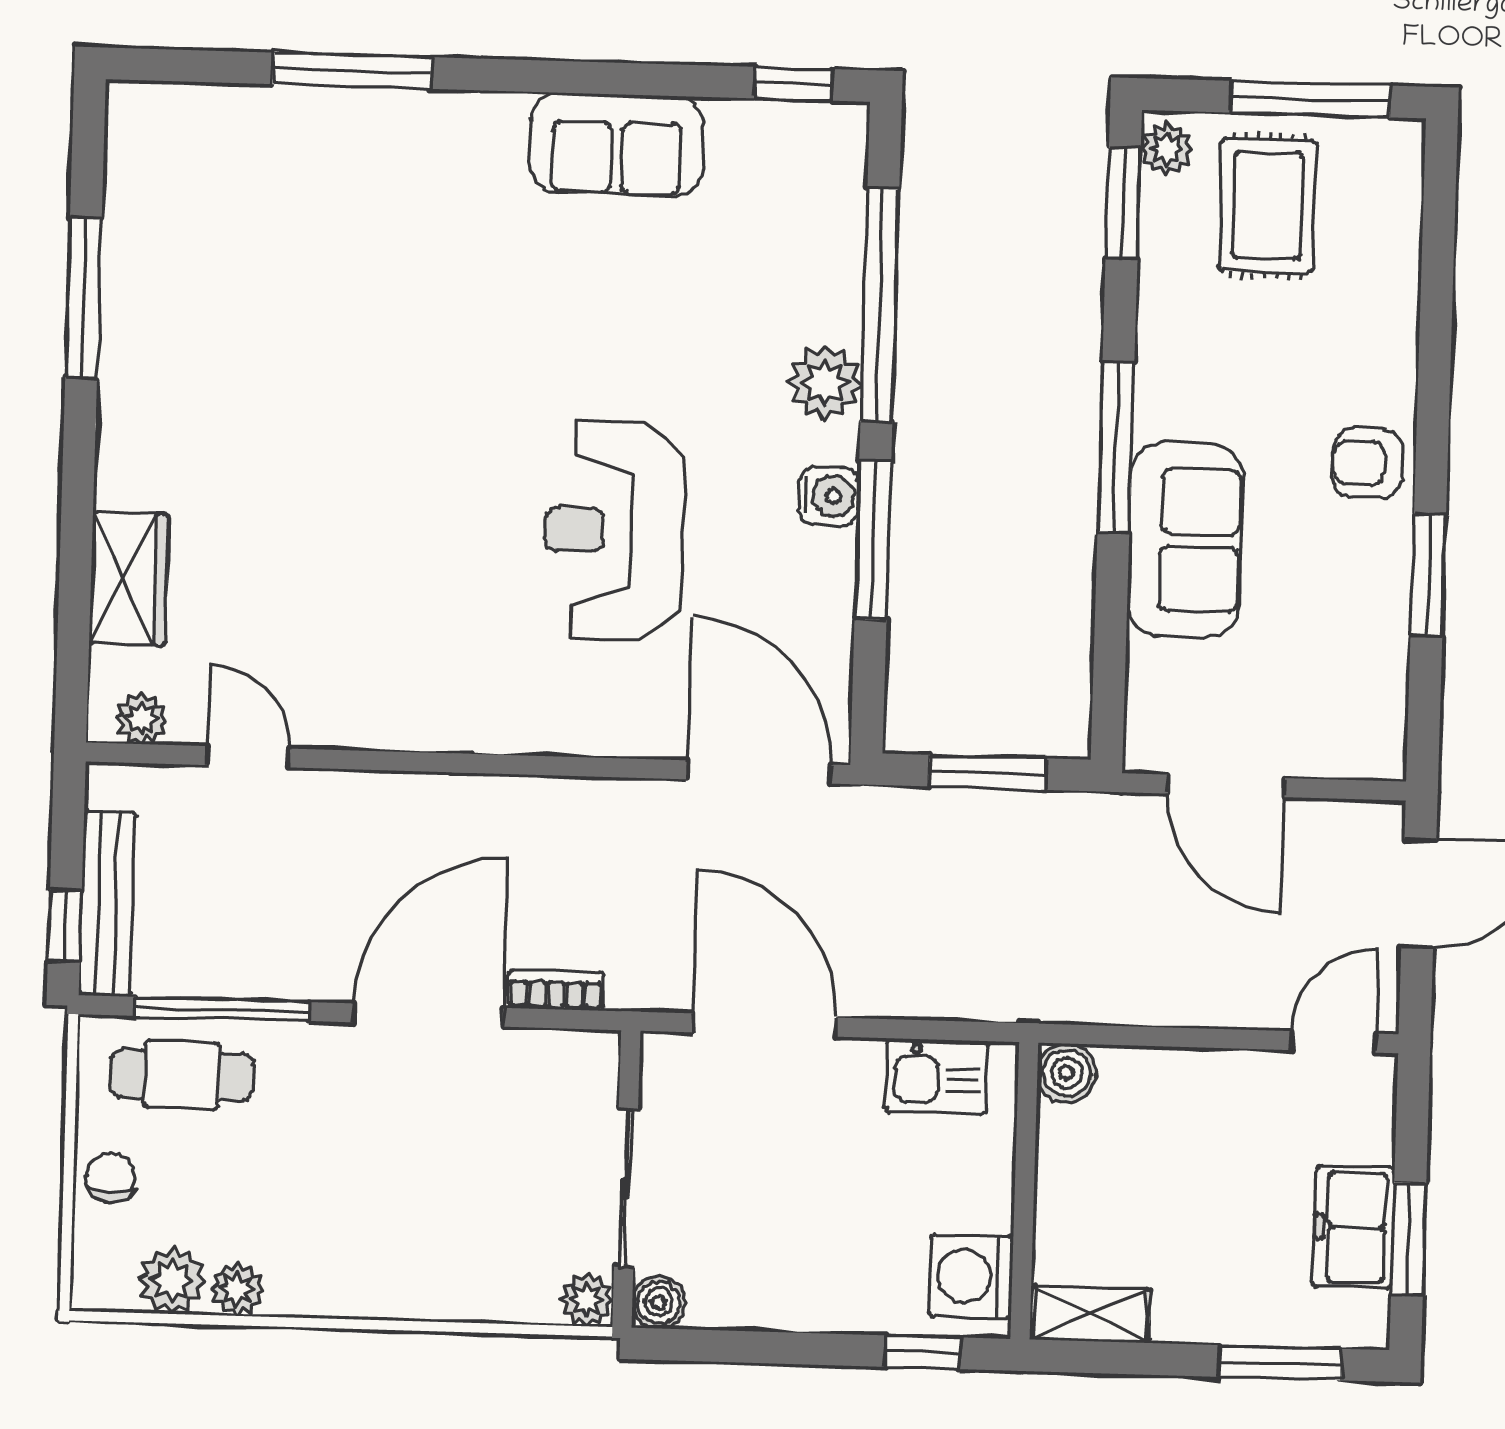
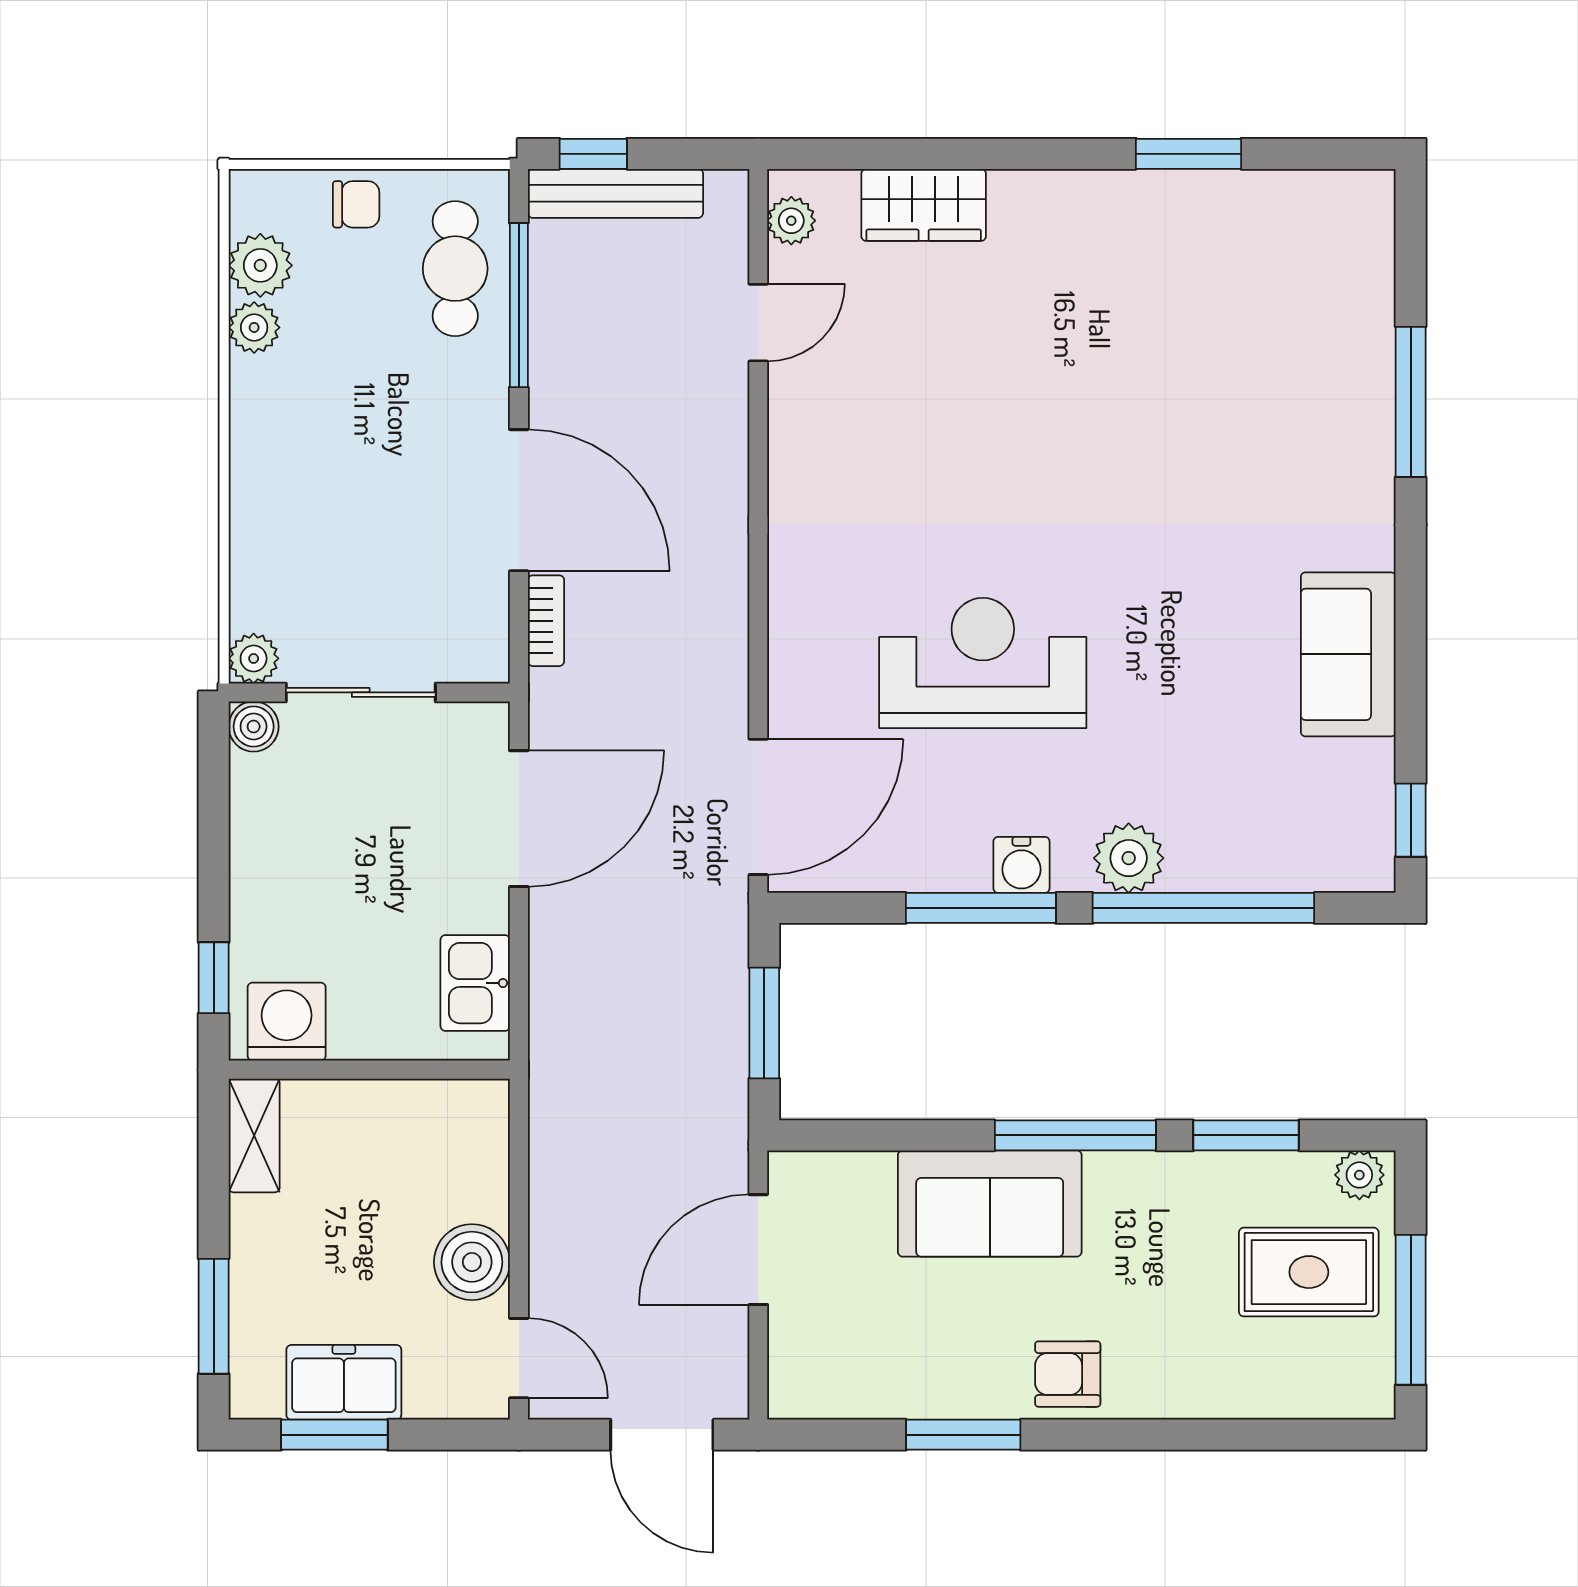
window: (1123, 203) -> (1246, 1135), moved
window: (83, 297) -> (1189, 154), width x0.69
armchair: (1368, 463) -> (1068, 1374), turned -90
boiler: (1067, 1073) -> (472, 1262), moved, width x1.36, depth x1.36

